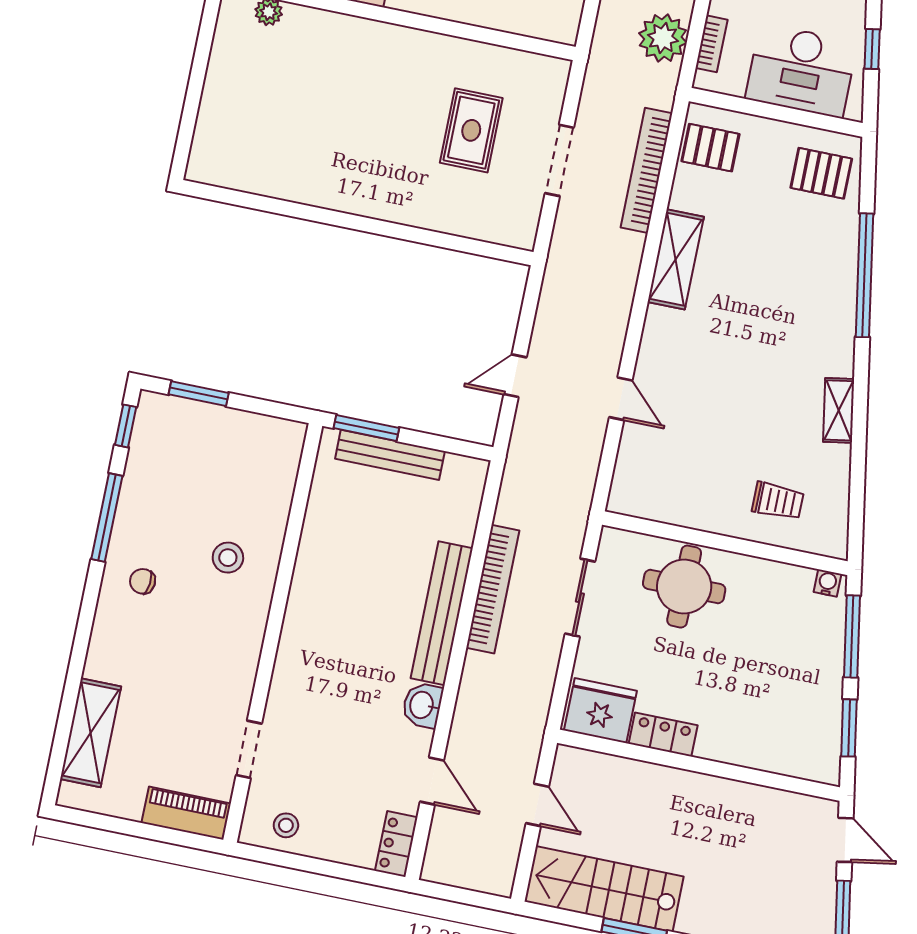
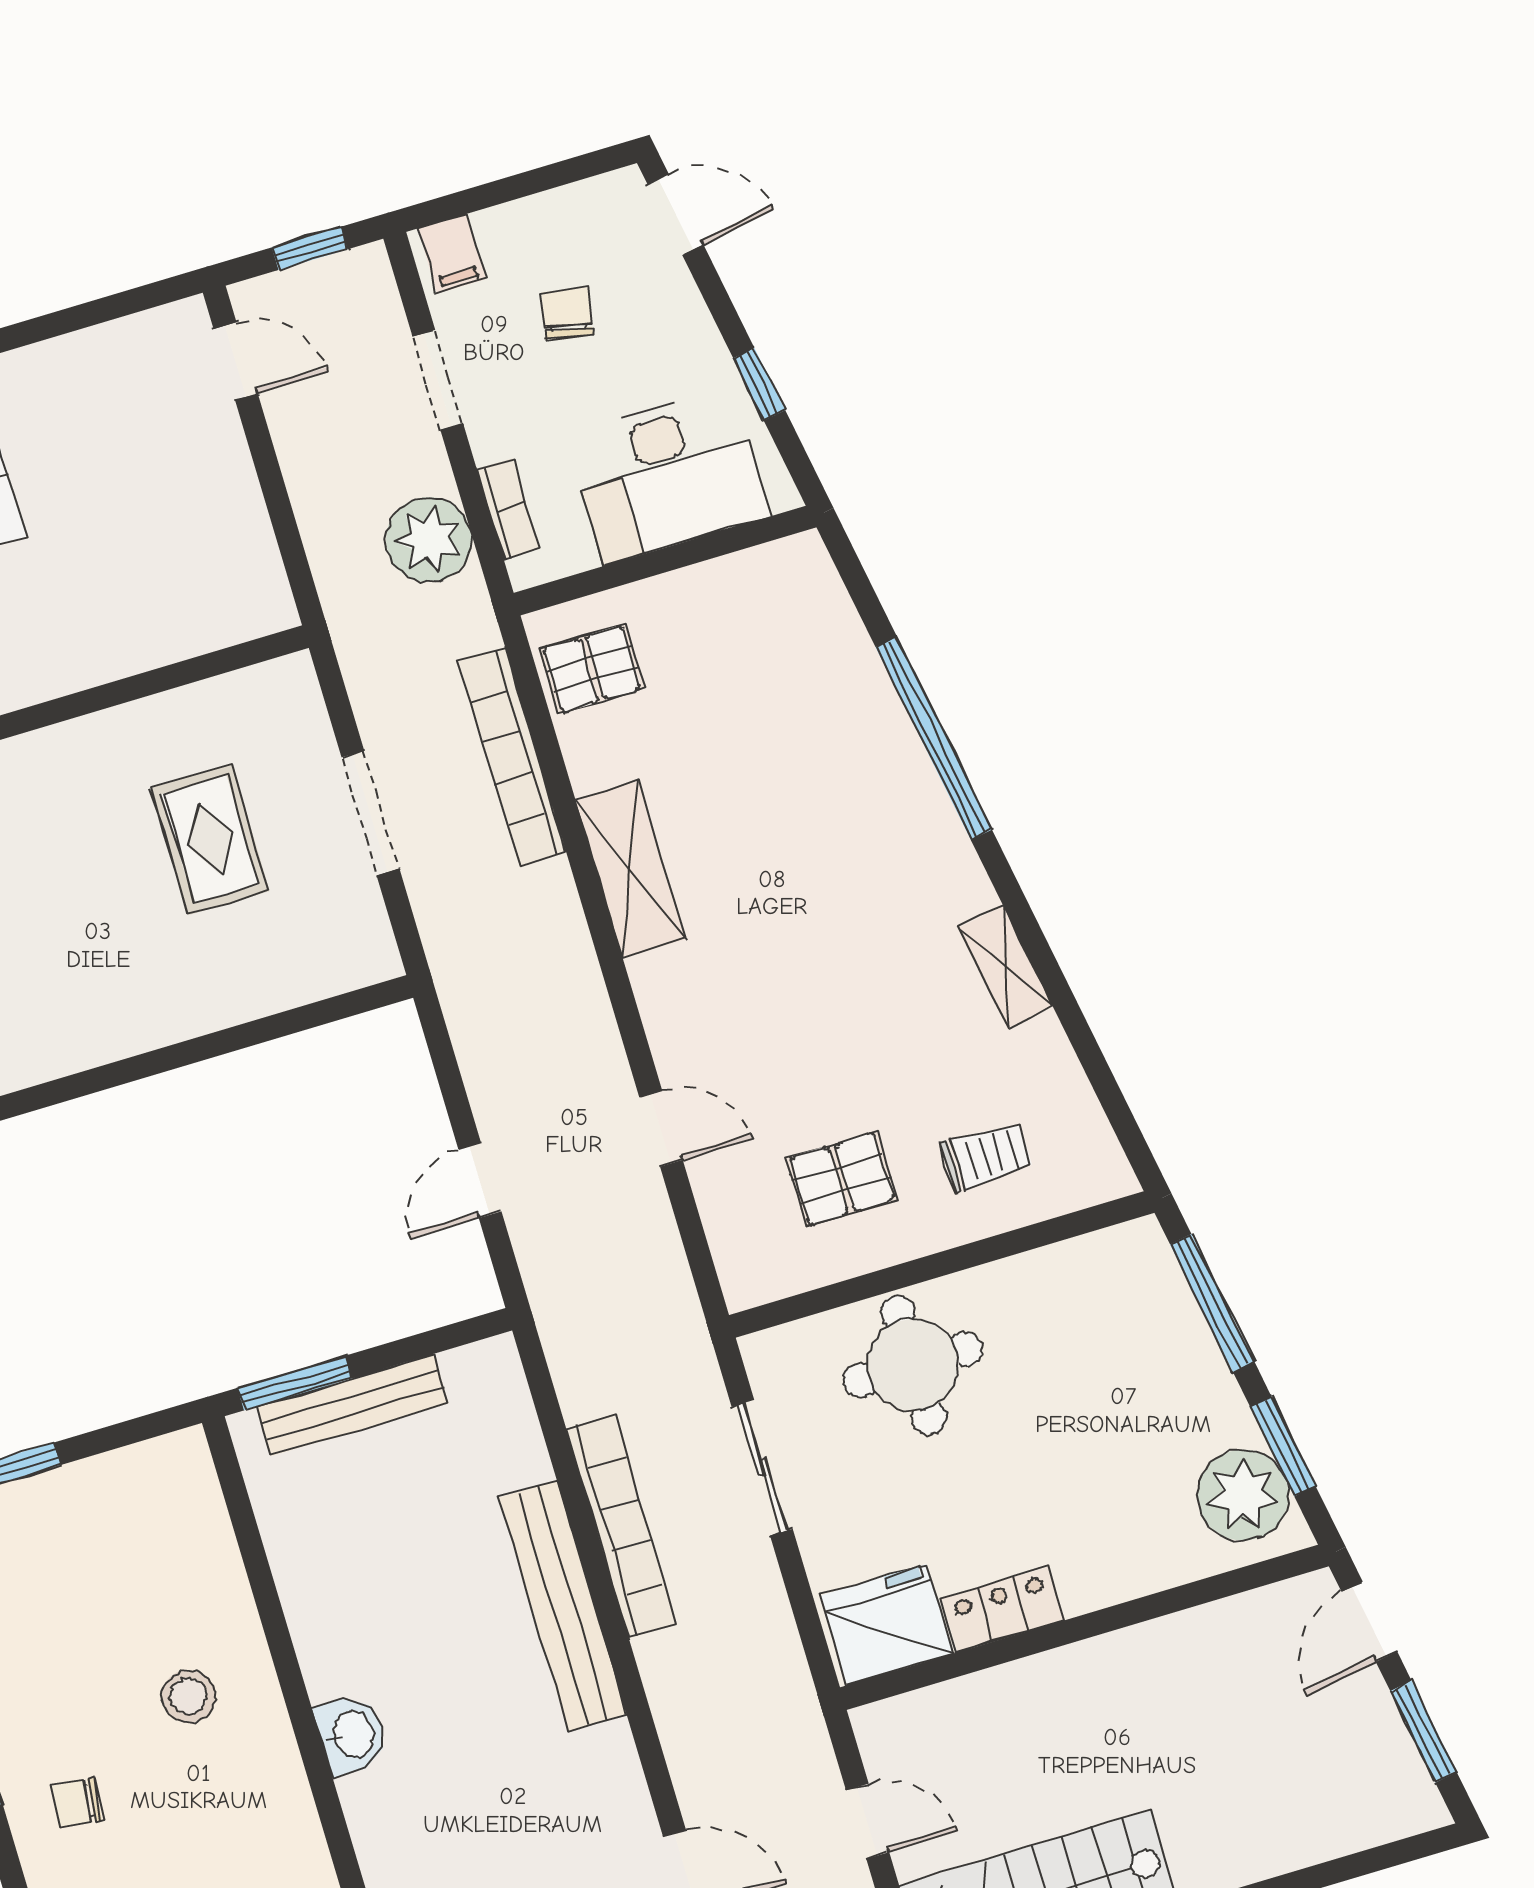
pallet: (821, 173) -> (842, 1179), moved
water cooler: (827, 583) -> (1130, 1241), removed
washbasin: (422, 705) -> (352, 1734), moved, turned 180
plant: (816, 742) -> (1243, 1495), added
door: (845, 840) -> (1369, 1622), swing flipped

